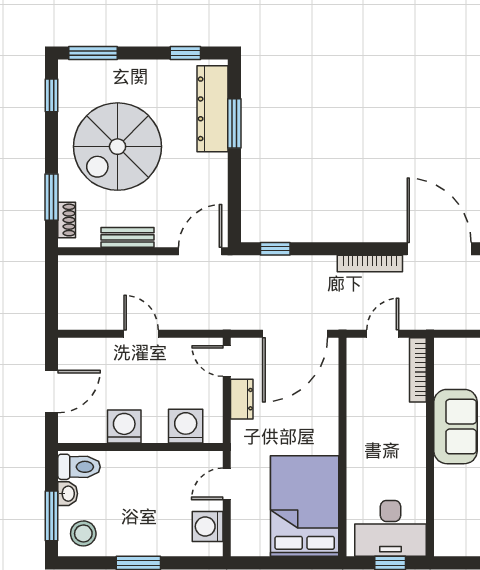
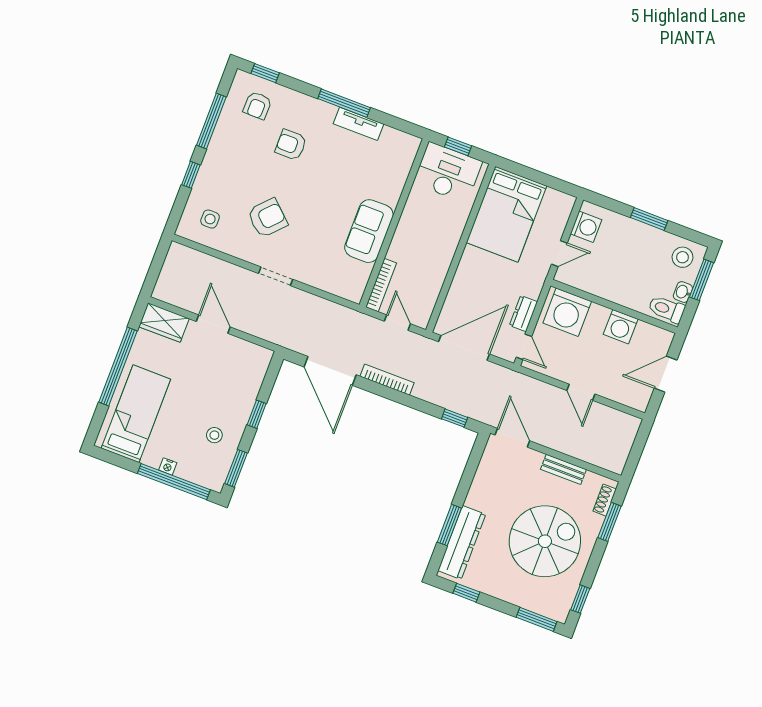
door: (200, 251) -> (512, 438), swing flipped
door: (383, 334) -> (397, 323), swing flipped
washing machine: (186, 426) -> (567, 312), width x1.37, depth x1.37

